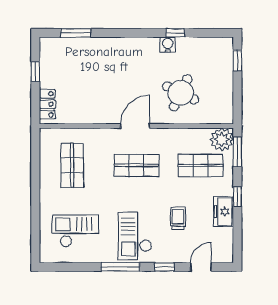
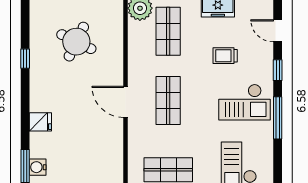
water cooler: (168, 45) -> (38, 167), moved
fridge: (117, 47) -> (40, 122), added
round table: (181, 93) -> (76, 42), moved

